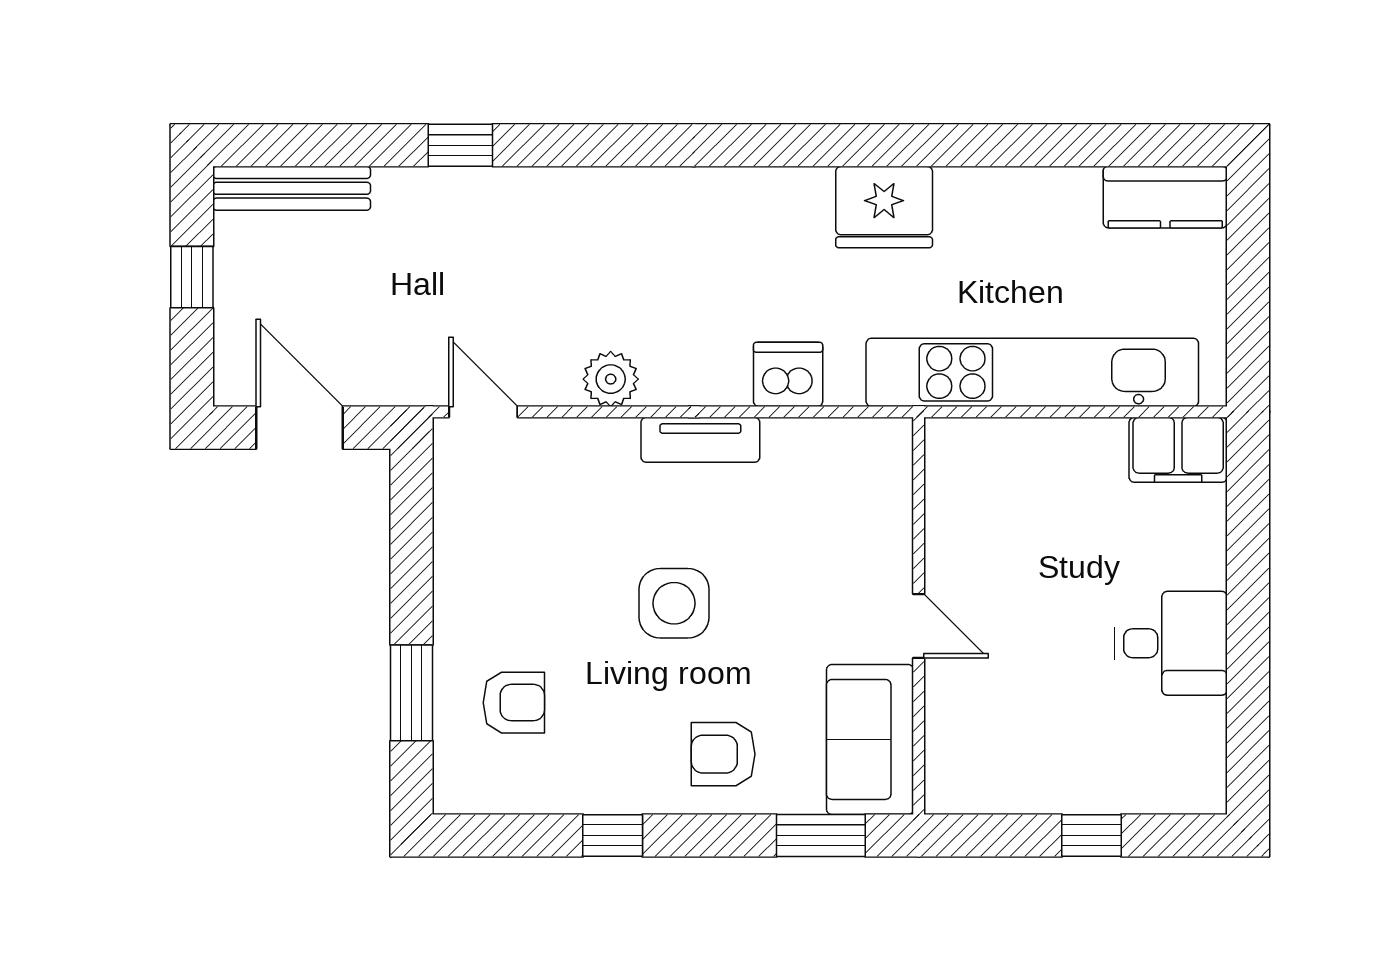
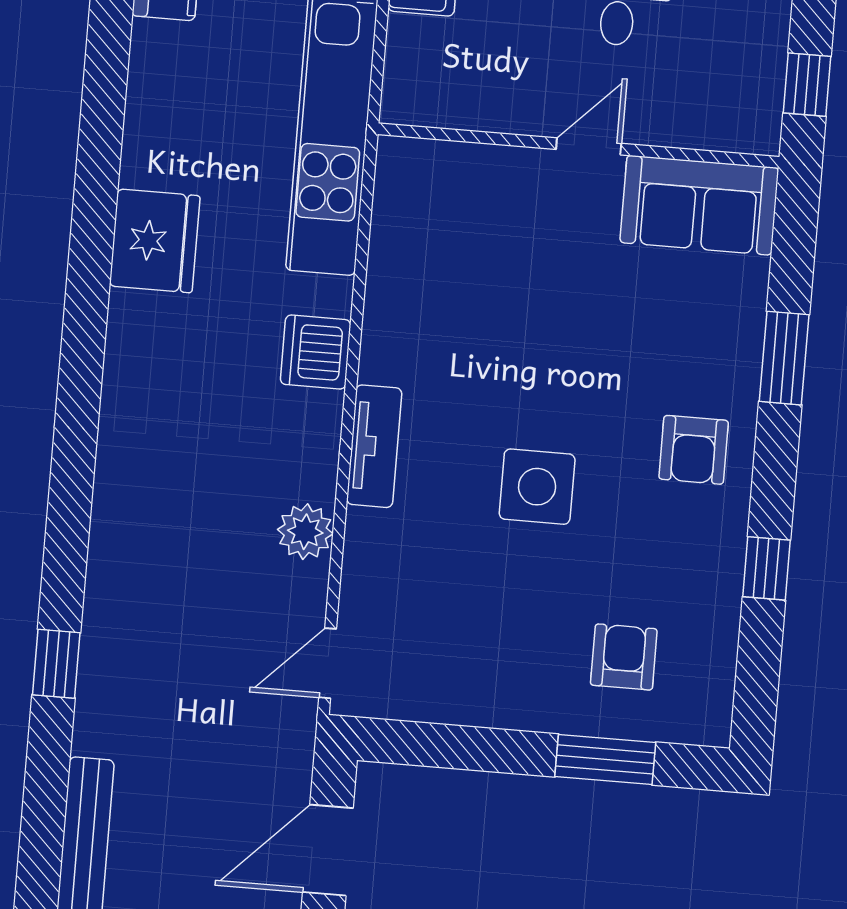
wall: (919, 616) -> (579, 146), moved
door: (919, 626) -> (589, 146), moved
sofa: (870, 739) -> (699, 205), moved

